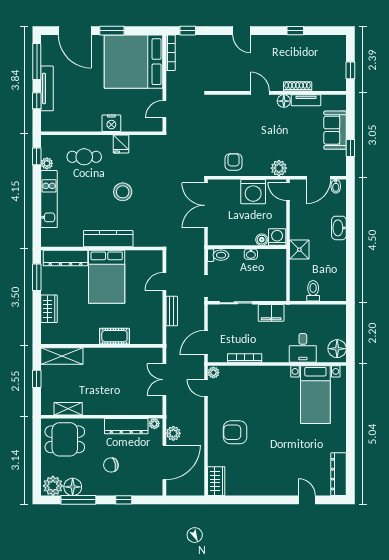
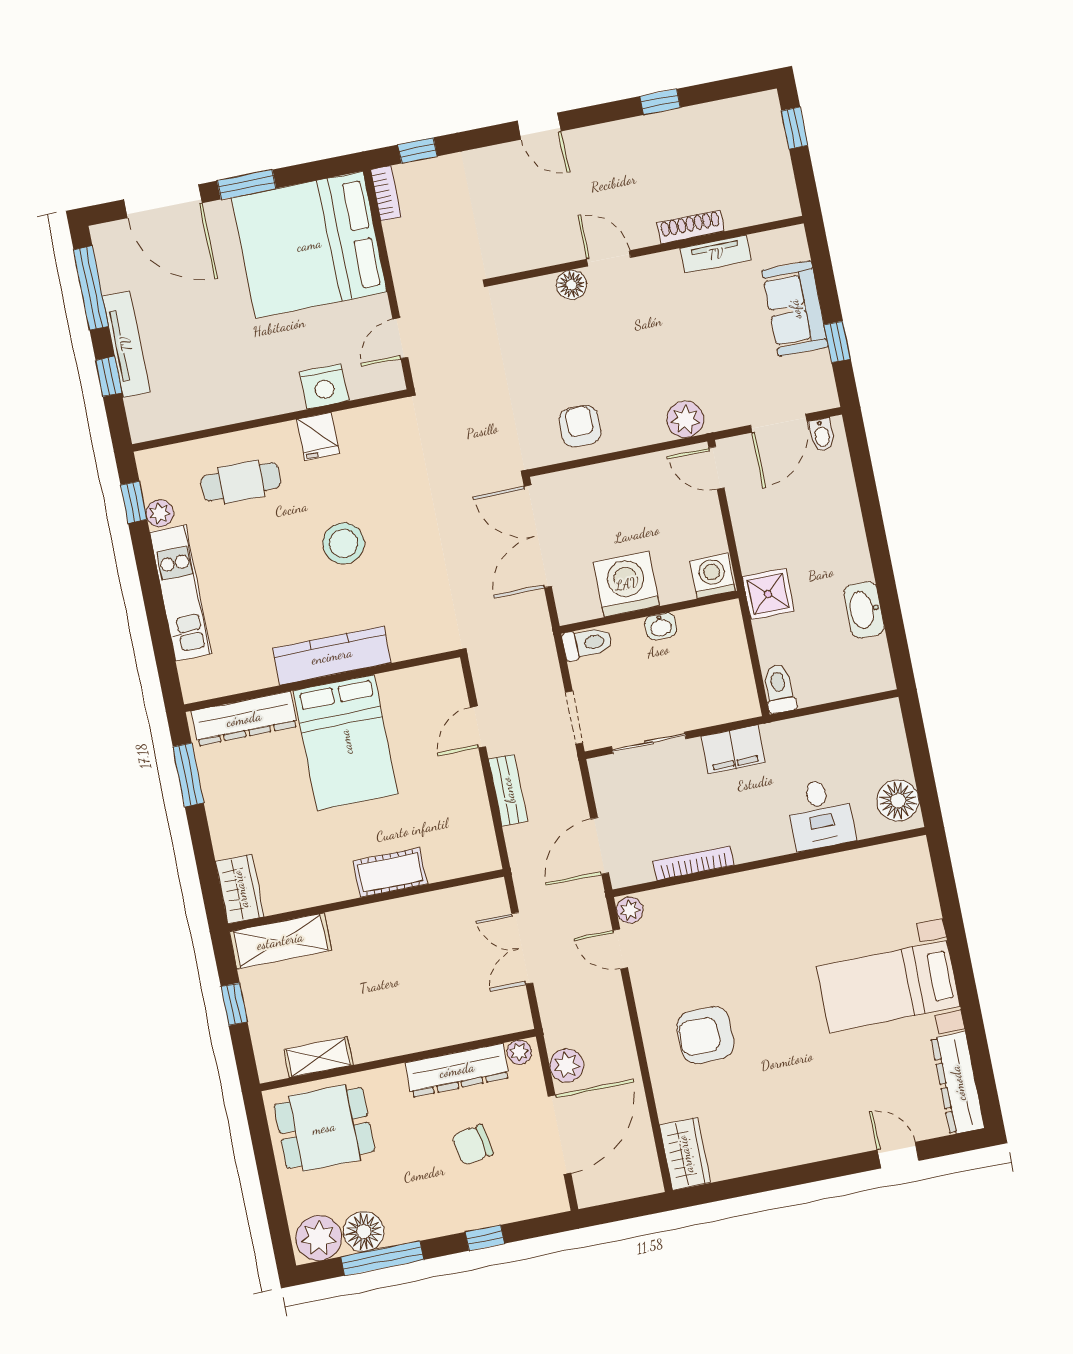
bookcase: (171, 53) -> (386, 193), width x0.64
window: (350, 70) -> (795, 128), moved
floor lamp: (284, 101) -> (571, 285), moved
nightstand: (111, 123) -> (324, 386), moved
washing machine: (253, 192) -> (627, 584), moved, turned 180
washbasin: (339, 228) -> (864, 610), moved
boiler: (262, 240) -> (679, 589), removed
toilet: (313, 291) -> (779, 689), moved
wardrobe: (49, 309) -> (240, 889), moved
bed with nightstands: (315, 395) -> (888, 986), moved, turned 90
chair: (111, 465) -> (473, 1145), moved

